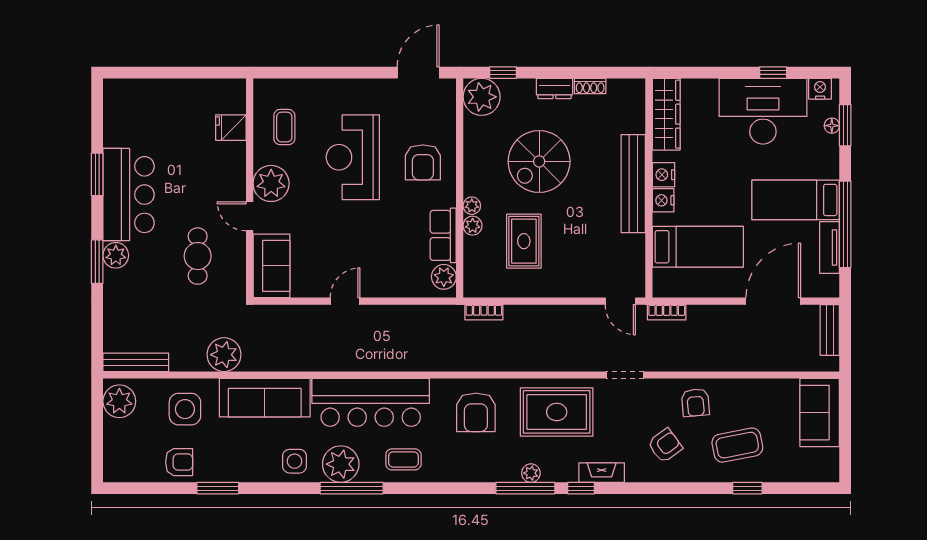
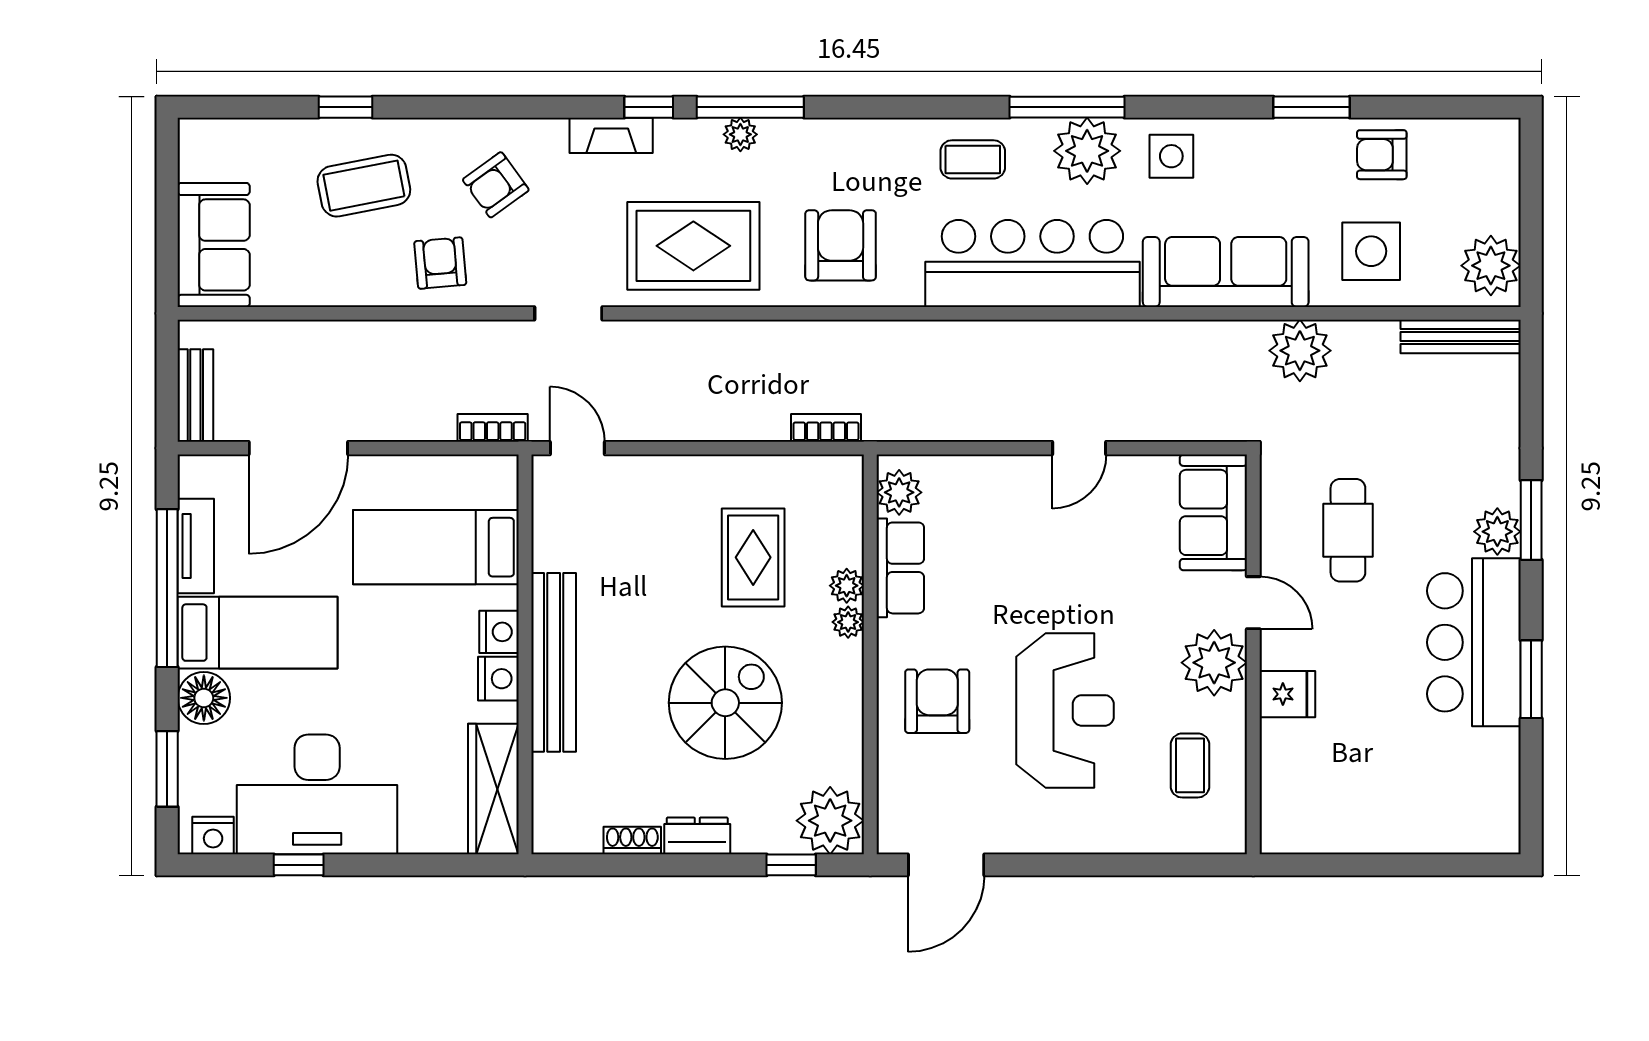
floor lamp: (832, 126) -> (204, 698), moved, width x1.89, depth x1.89
fridge: (231, 128) -> (1287, 694), moved

